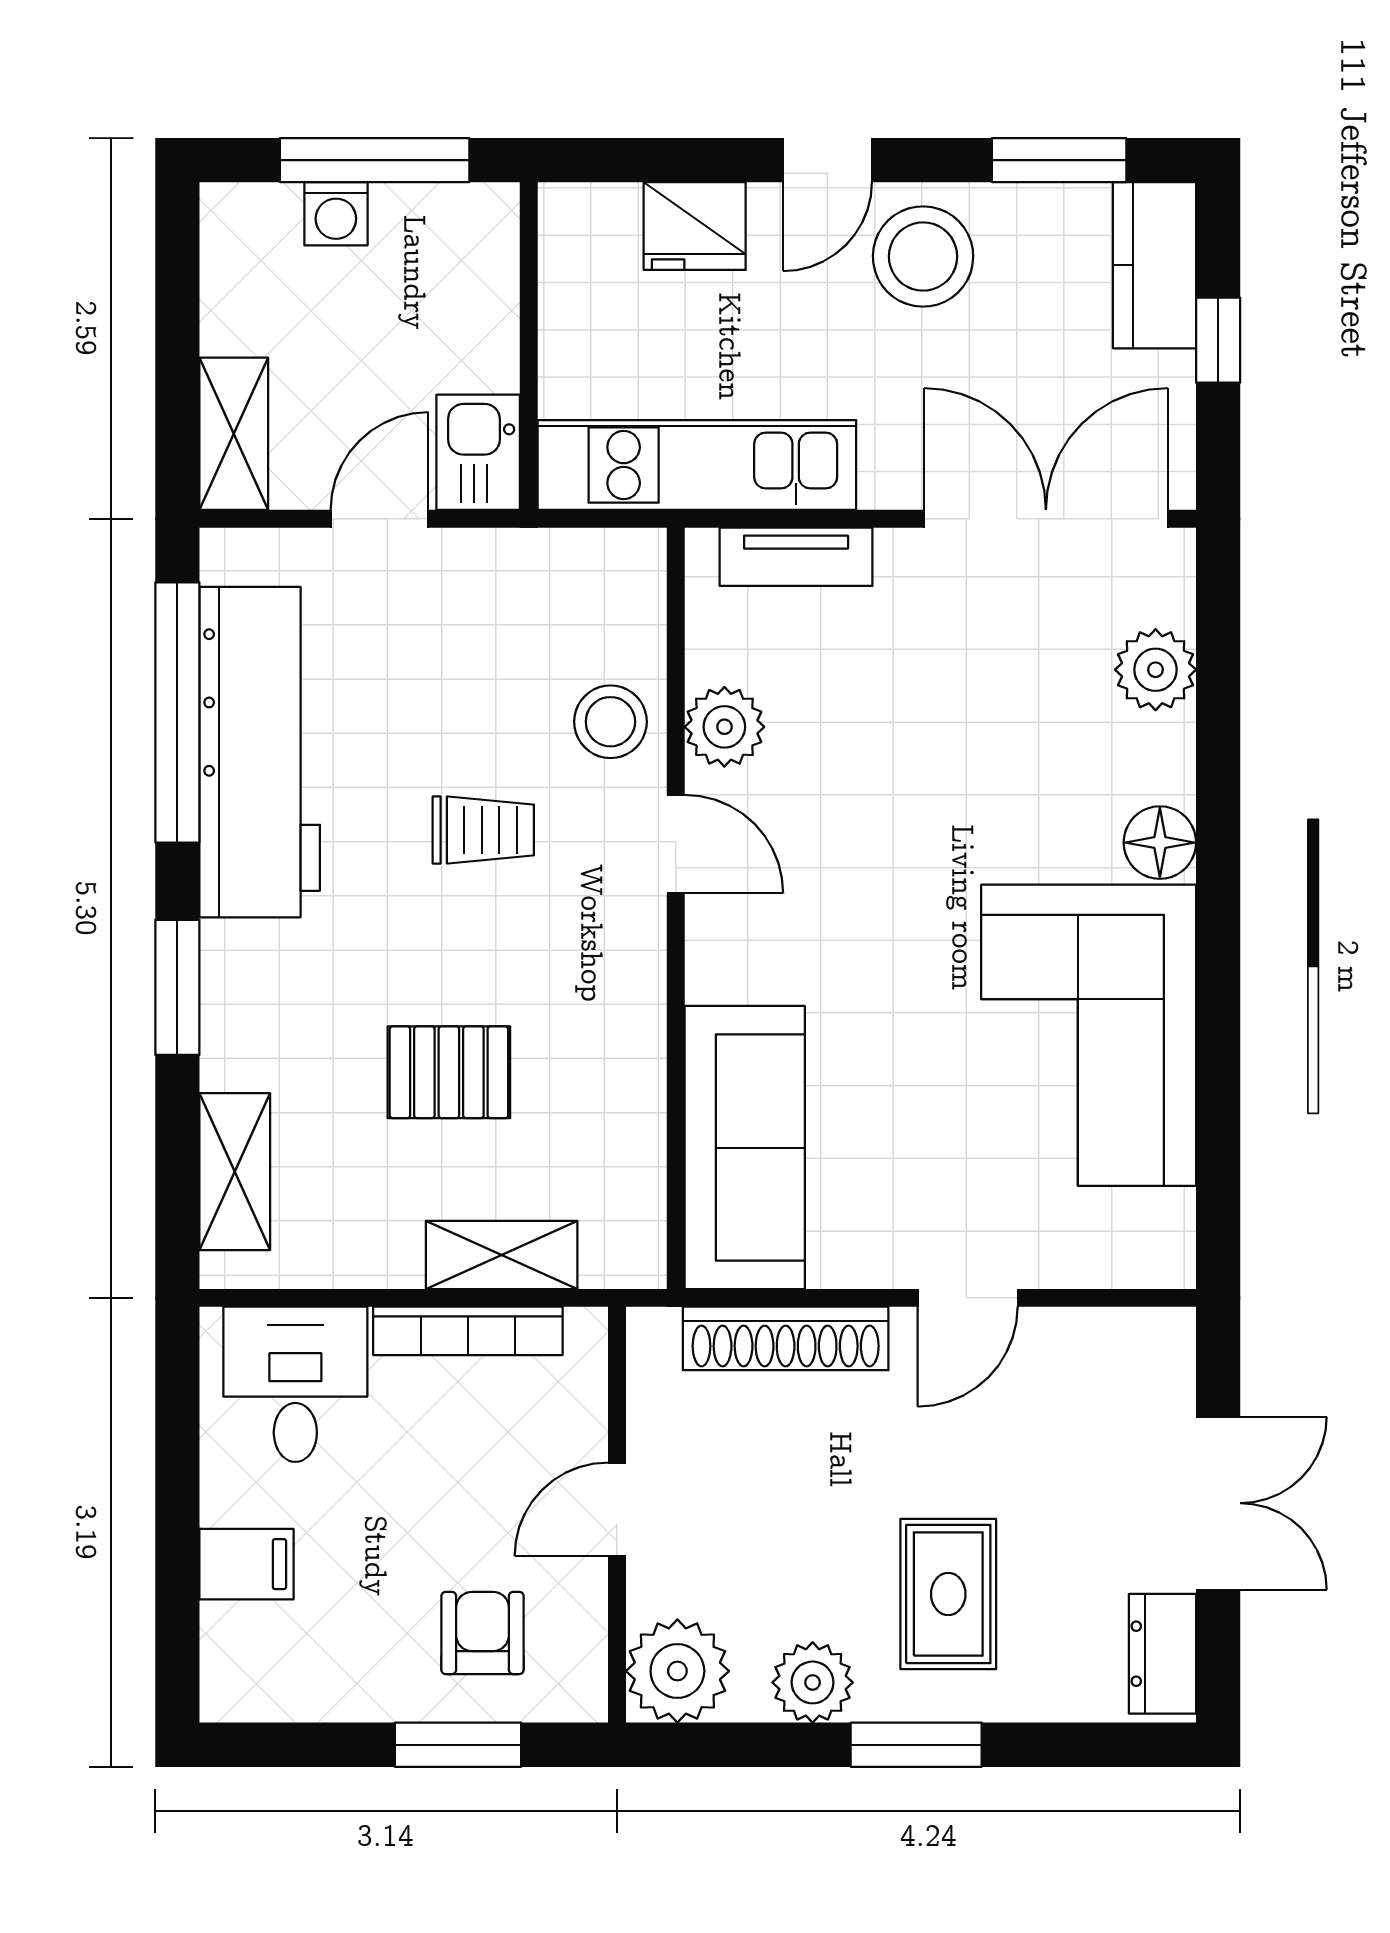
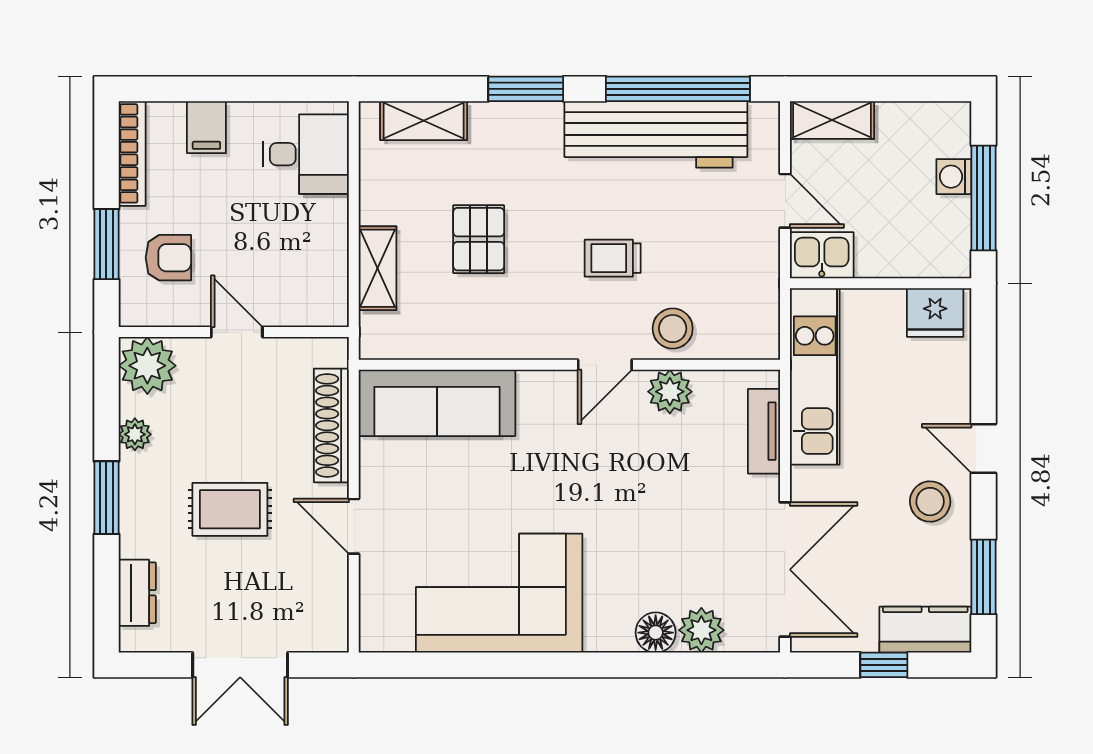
fridge: (695, 226) -> (935, 312), moved, turned -90
stool: (923, 257) -> (930, 502), width x0.73, depth x0.73
trolley: (483, 830) -> (613, 258), turned 90
floor lamp: (1160, 843) -> (656, 633), moved
bookcase: (468, 1331) -> (132, 153), moved, turned 180
rug: (948, 1594) -> (230, 509), moved
dresser: (1162, 1654) -> (137, 593), moved, turned 90
plant: (813, 1682) -> (135, 434), width x0.73, depth x0.73

